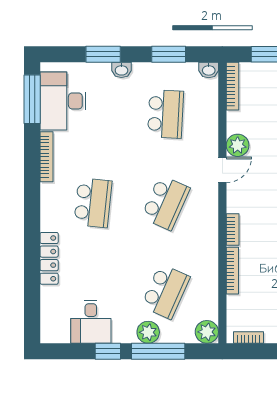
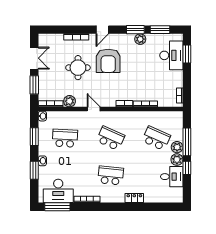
plant: (238, 145) -> (70, 101), moved
locker: (49, 258) -> (134, 198), width x0.66
plant: (207, 332) -> (177, 160), moved

